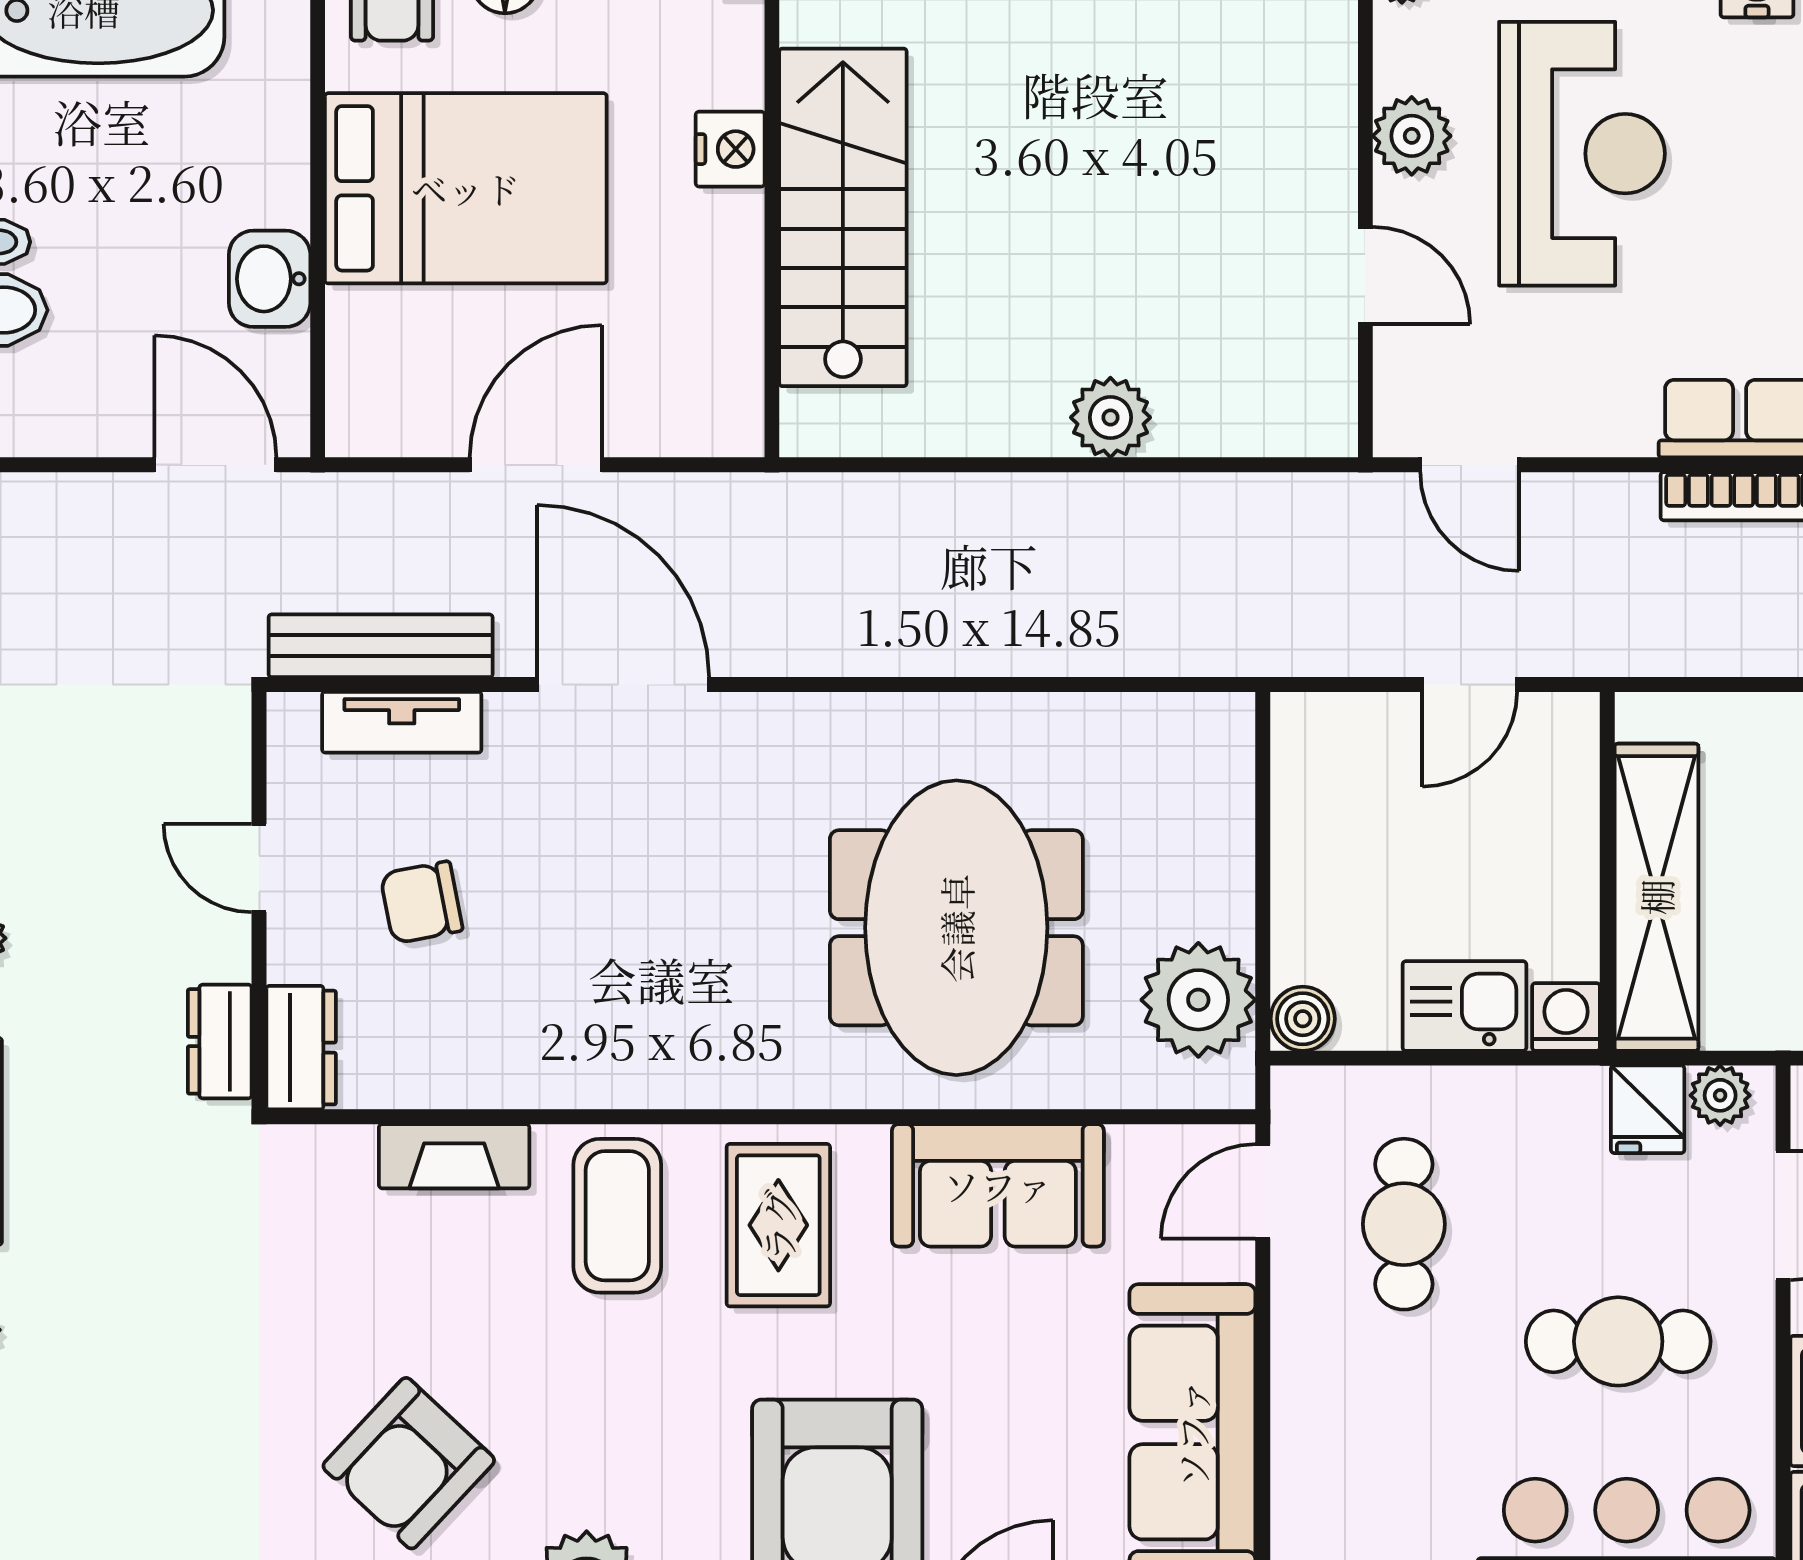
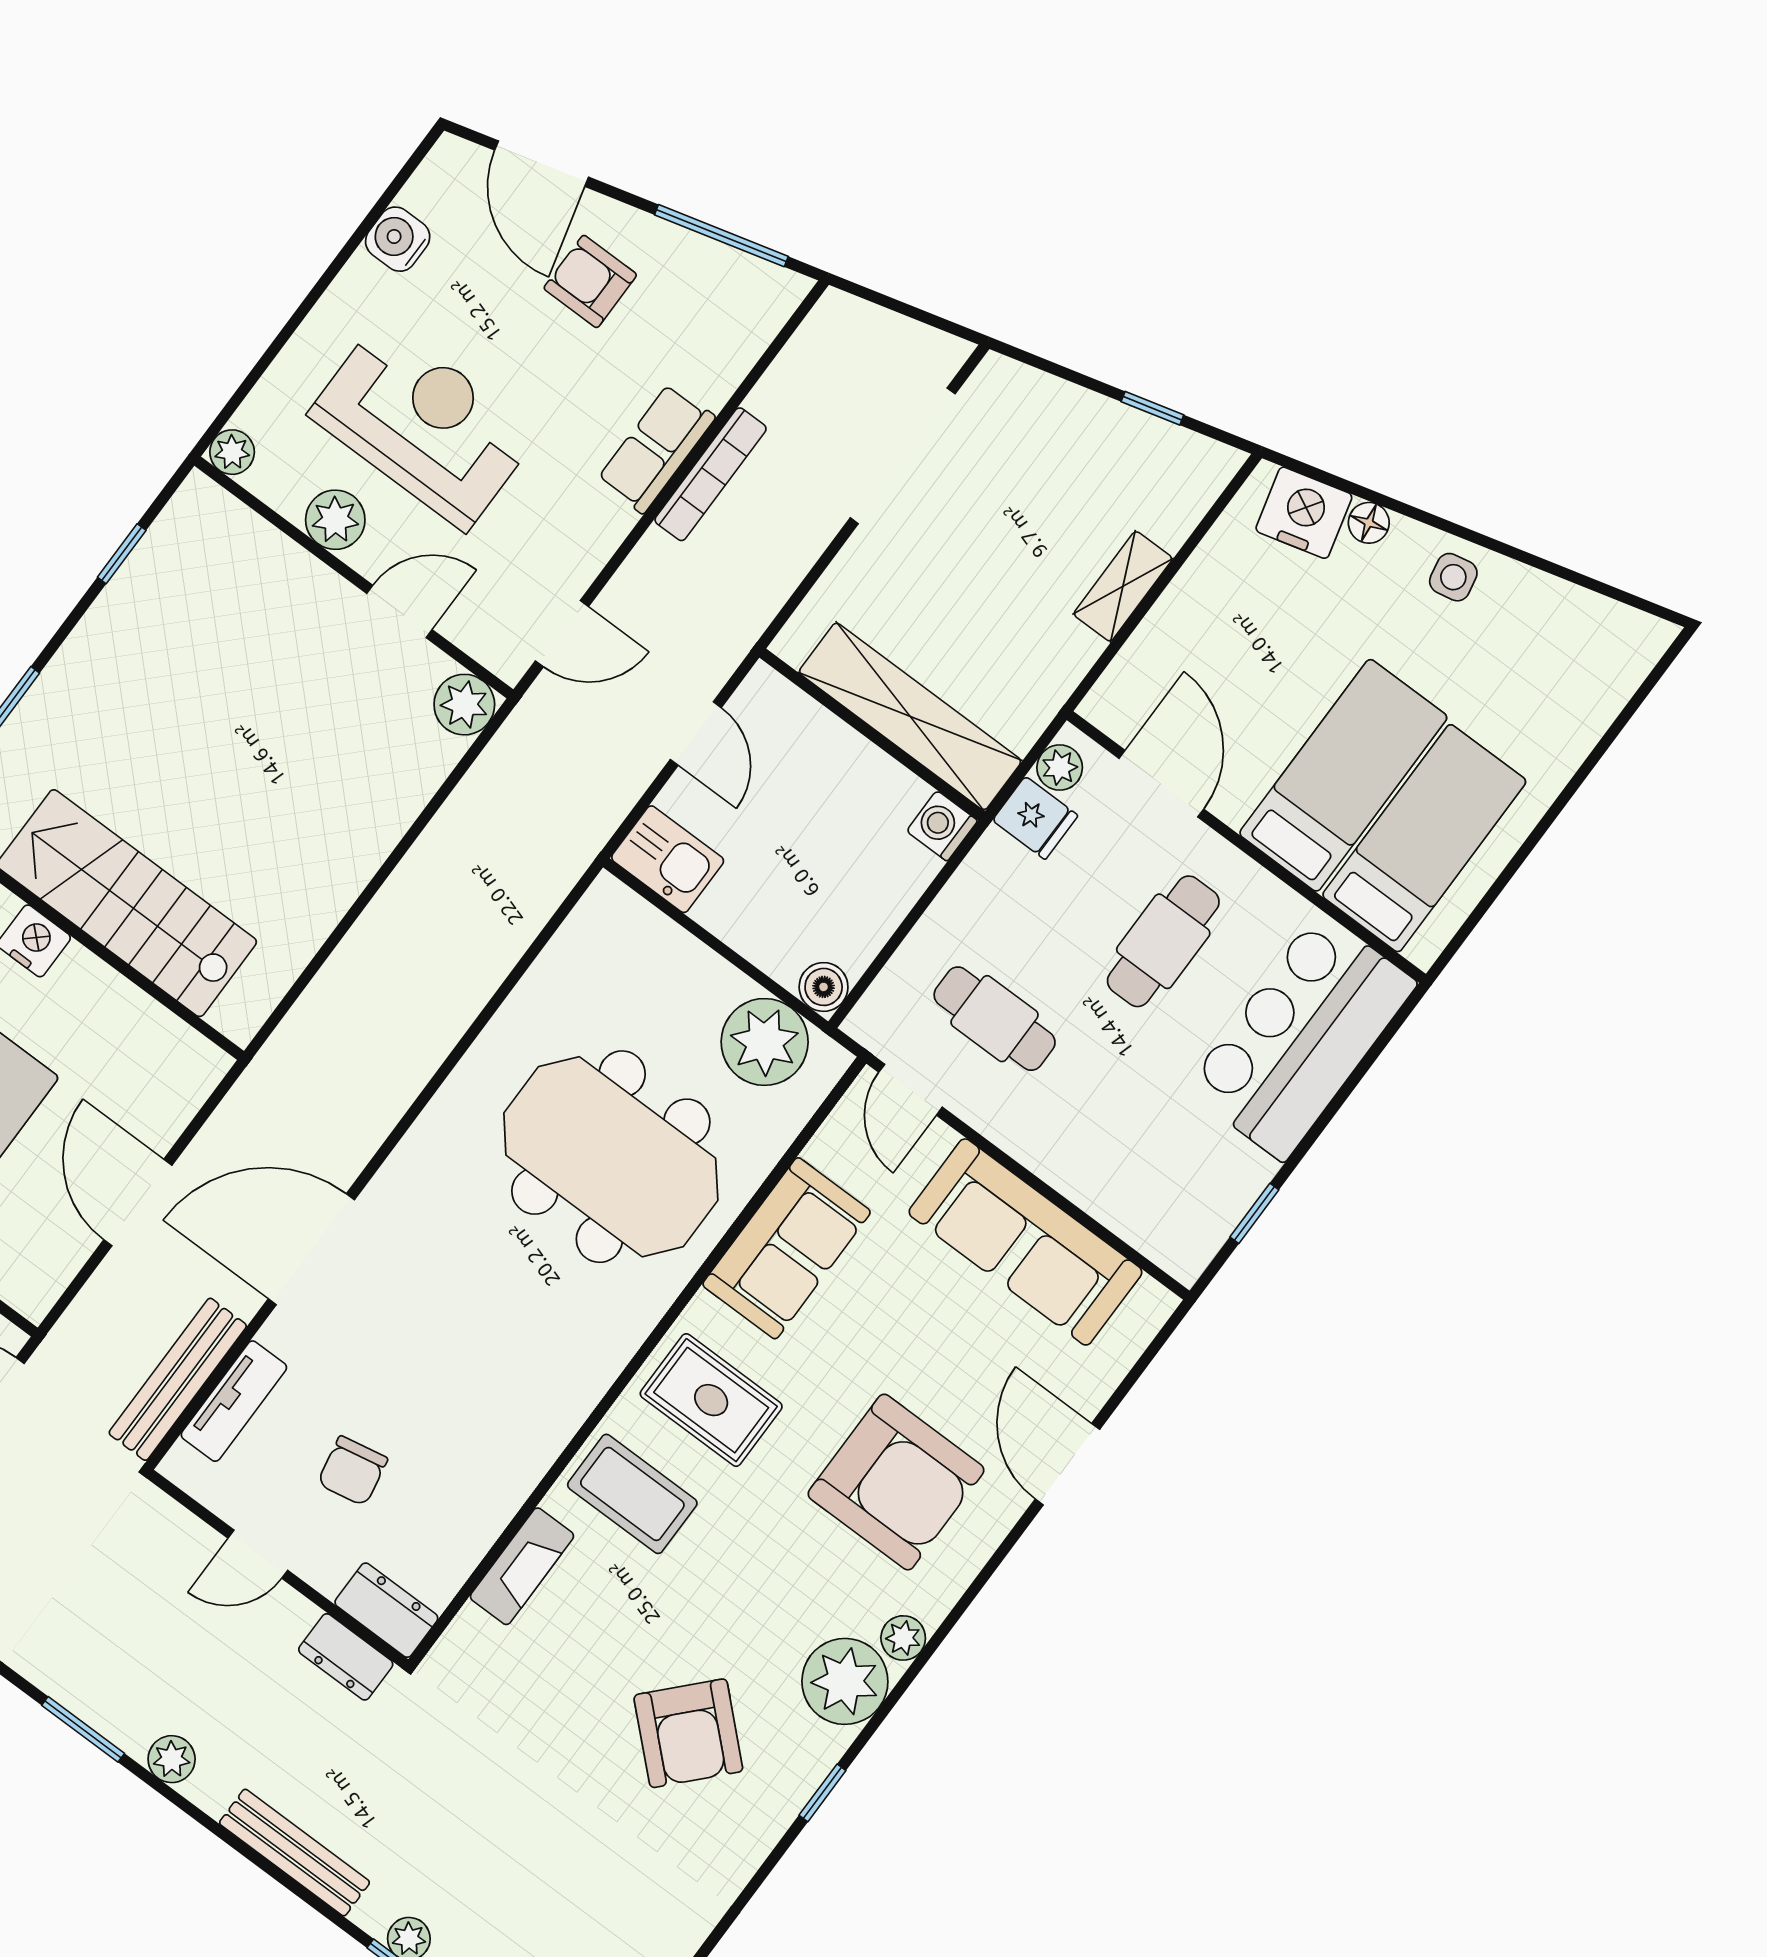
plant: (1110, 417) -> (464, 705), moved
kitchen sink: (1464, 1006) -> (668, 859), moved, turned 90

